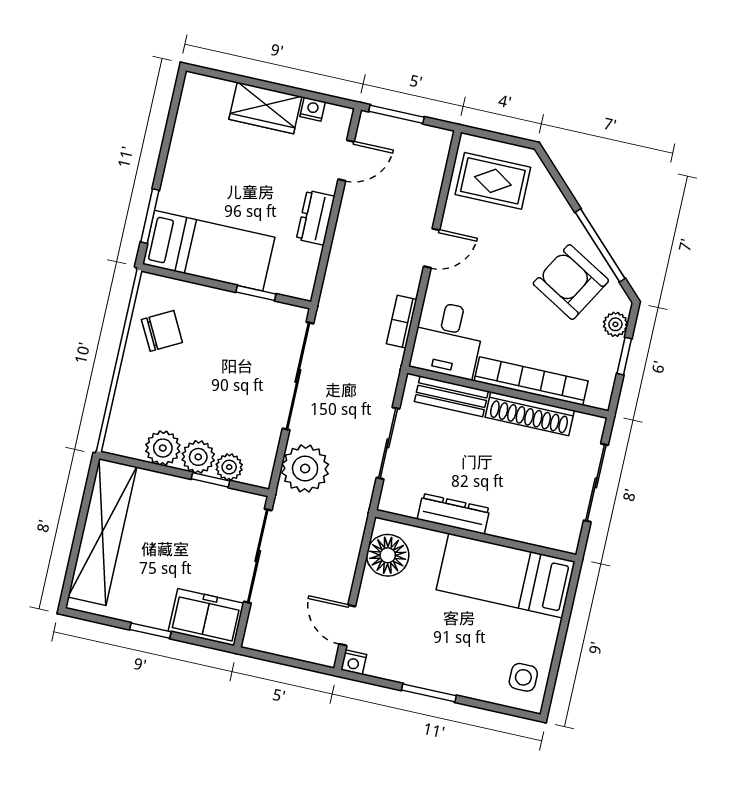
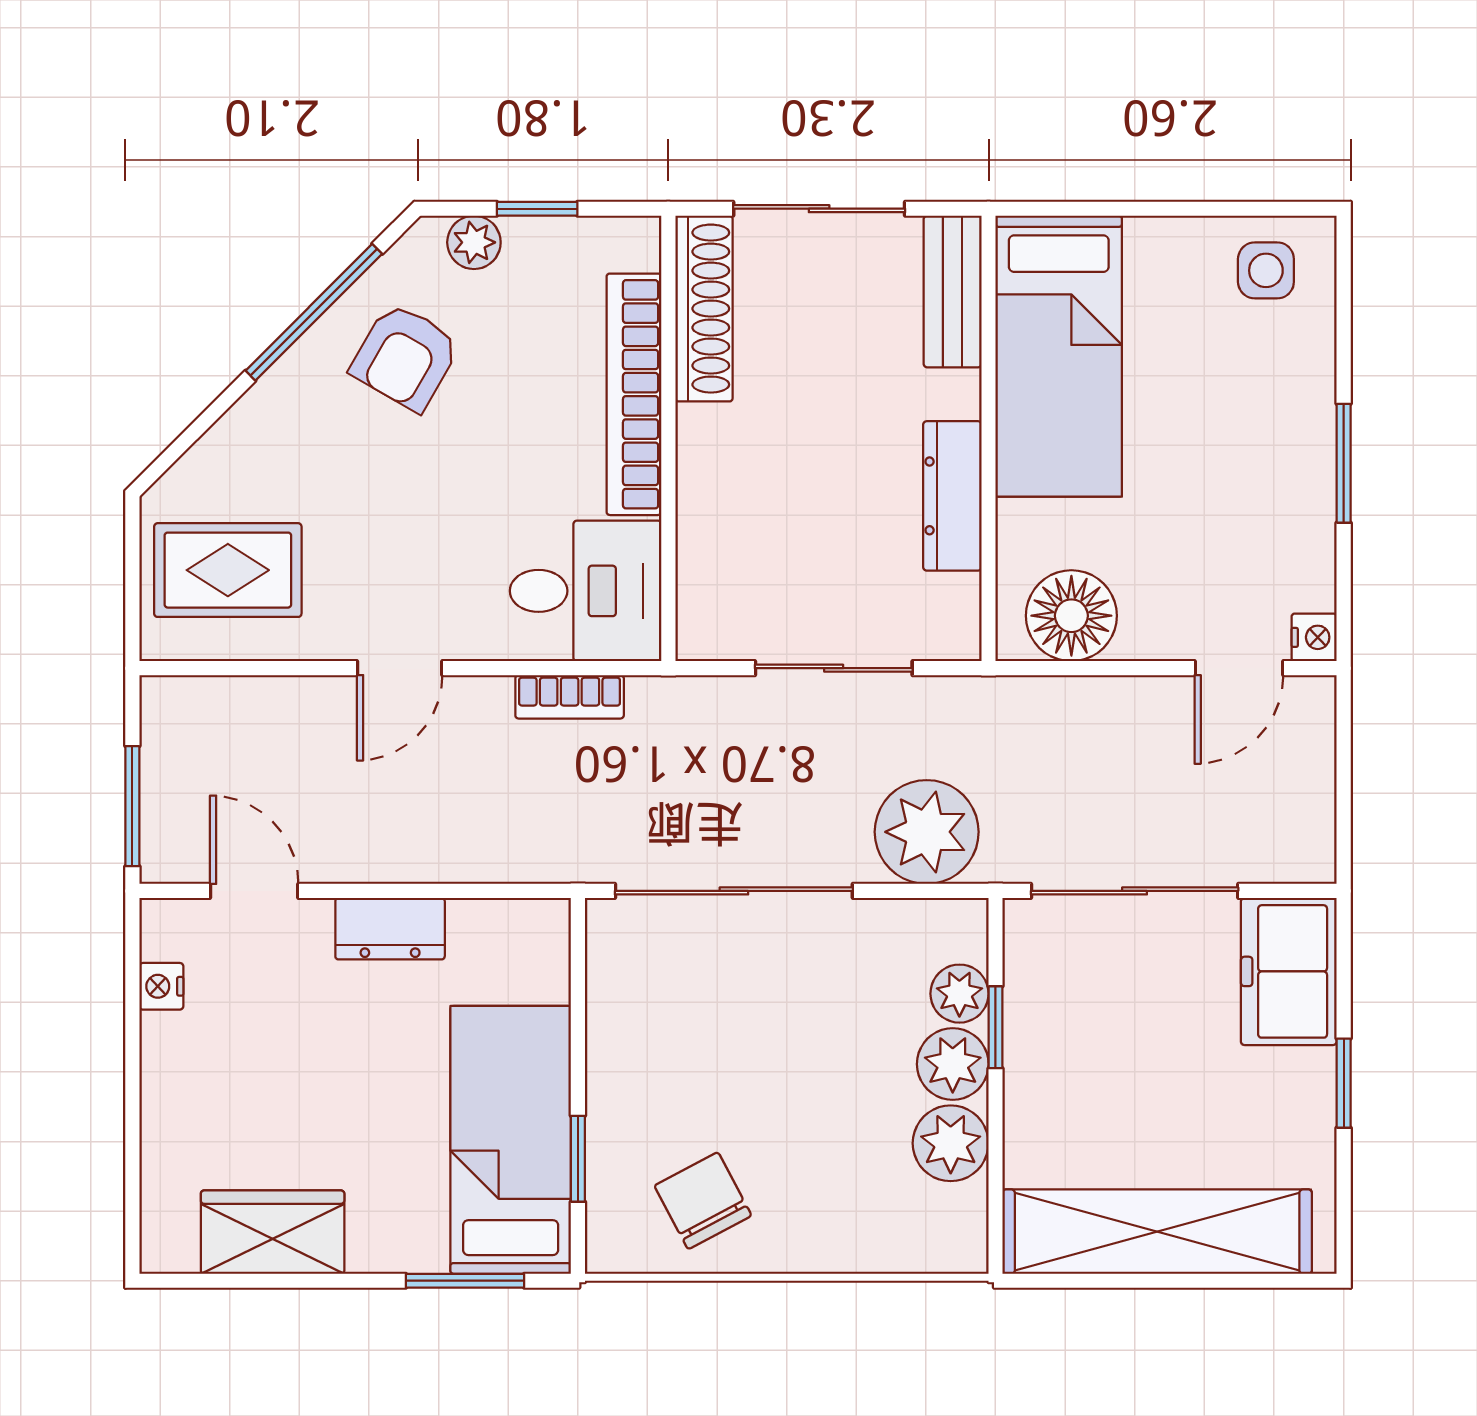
wardrobe: (265, 108) -> (273, 1232), moved, turned -90
rug: (493, 181) -> (228, 570), turned 90
door: (432, 248) -> (400, 668), swing flipped
armchair: (571, 282) -> (405, 357), width x0.72, depth x0.72
window: (256, 293) -> (578, 1159), moved
bench: (451, 396) -> (953, 292), moved
shoe rack: (530, 414) -> (704, 309), moved

